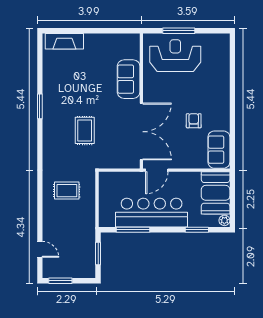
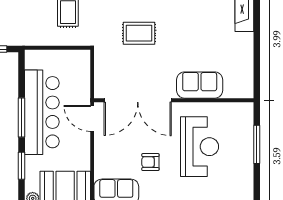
reception desk: (175, 56) -> (200, 147), moved
armchair: (194, 121) -> (150, 162), turned 180
window: (133, 230) -> (22, 117), moved

